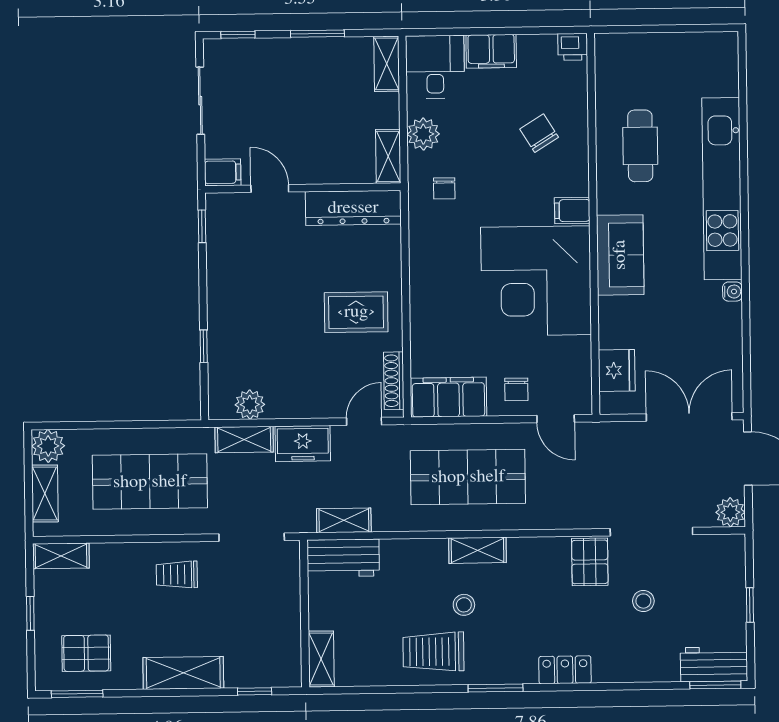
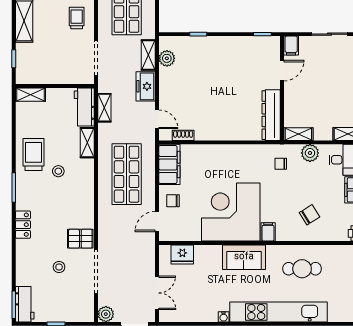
rug: (356, 312) -> (215, 116), removed
shoe rack: (394, 381) -> (183, 135), width x0.70
double door: (689, 417) -> (157, 293), width x0.73
shelving: (477, 550) -> (87, 143), moved

